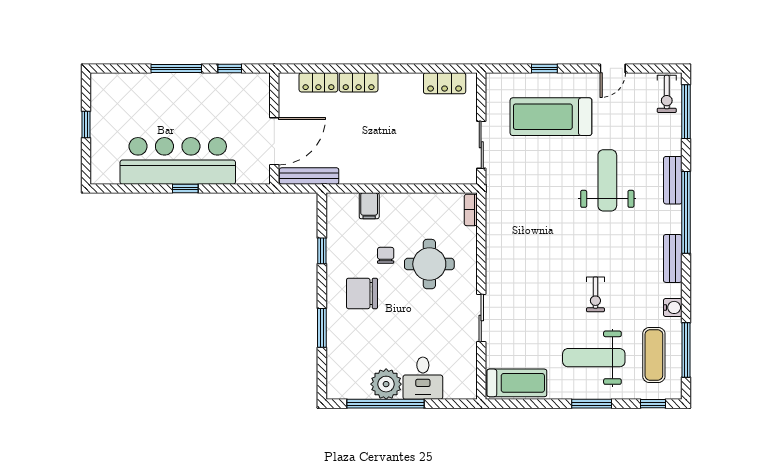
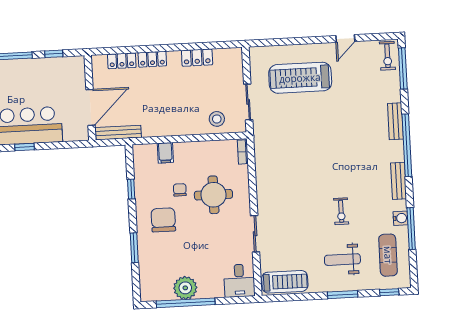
window: (544, 68) -> (293, 41), removed
locker: (445, 83) -> (197, 58), moved
stool: (439, 165) -> (217, 119), added
weight bench: (607, 180) -> (346, 124), removed
chair: (362, 293) -> (163, 220), turned 90
window: (686, 350) -> (411, 229), moved
weight bench: (594, 358) -> (342, 260), width x0.73, depth x0.75
desk: (423, 378) -> (239, 281), moved

